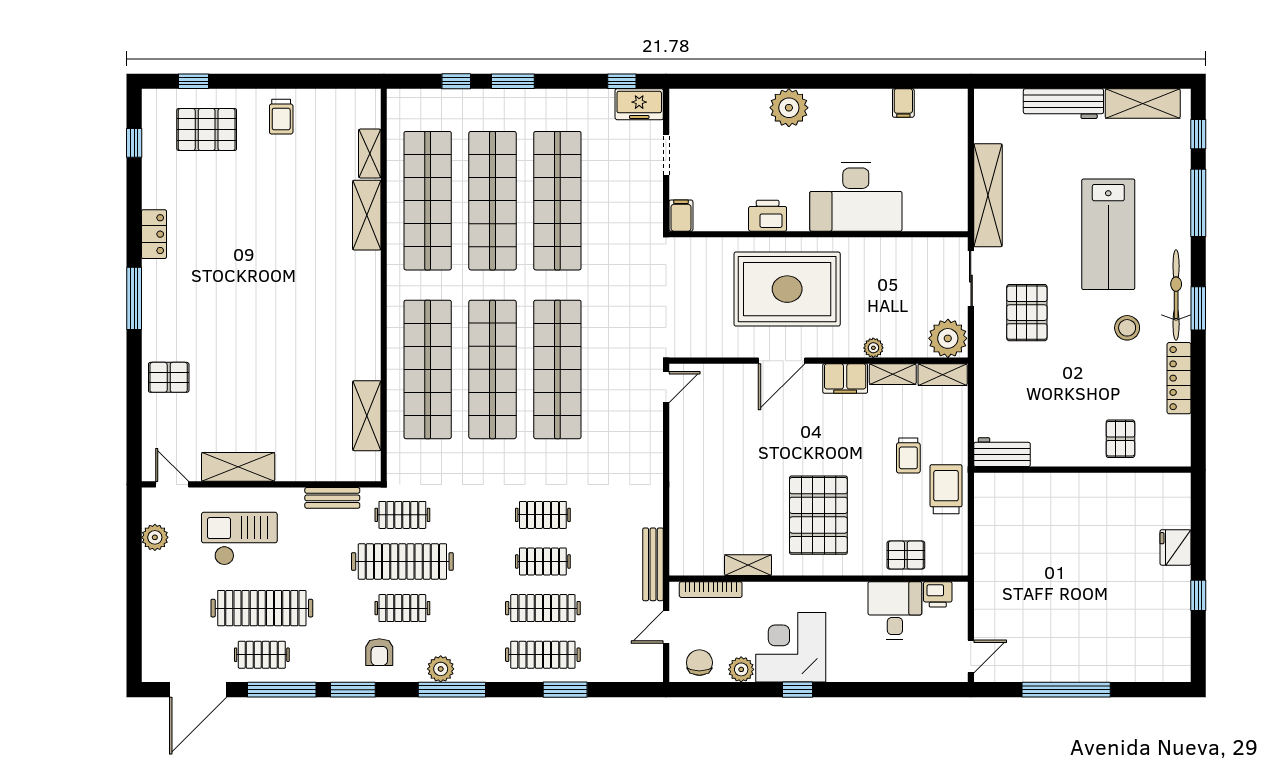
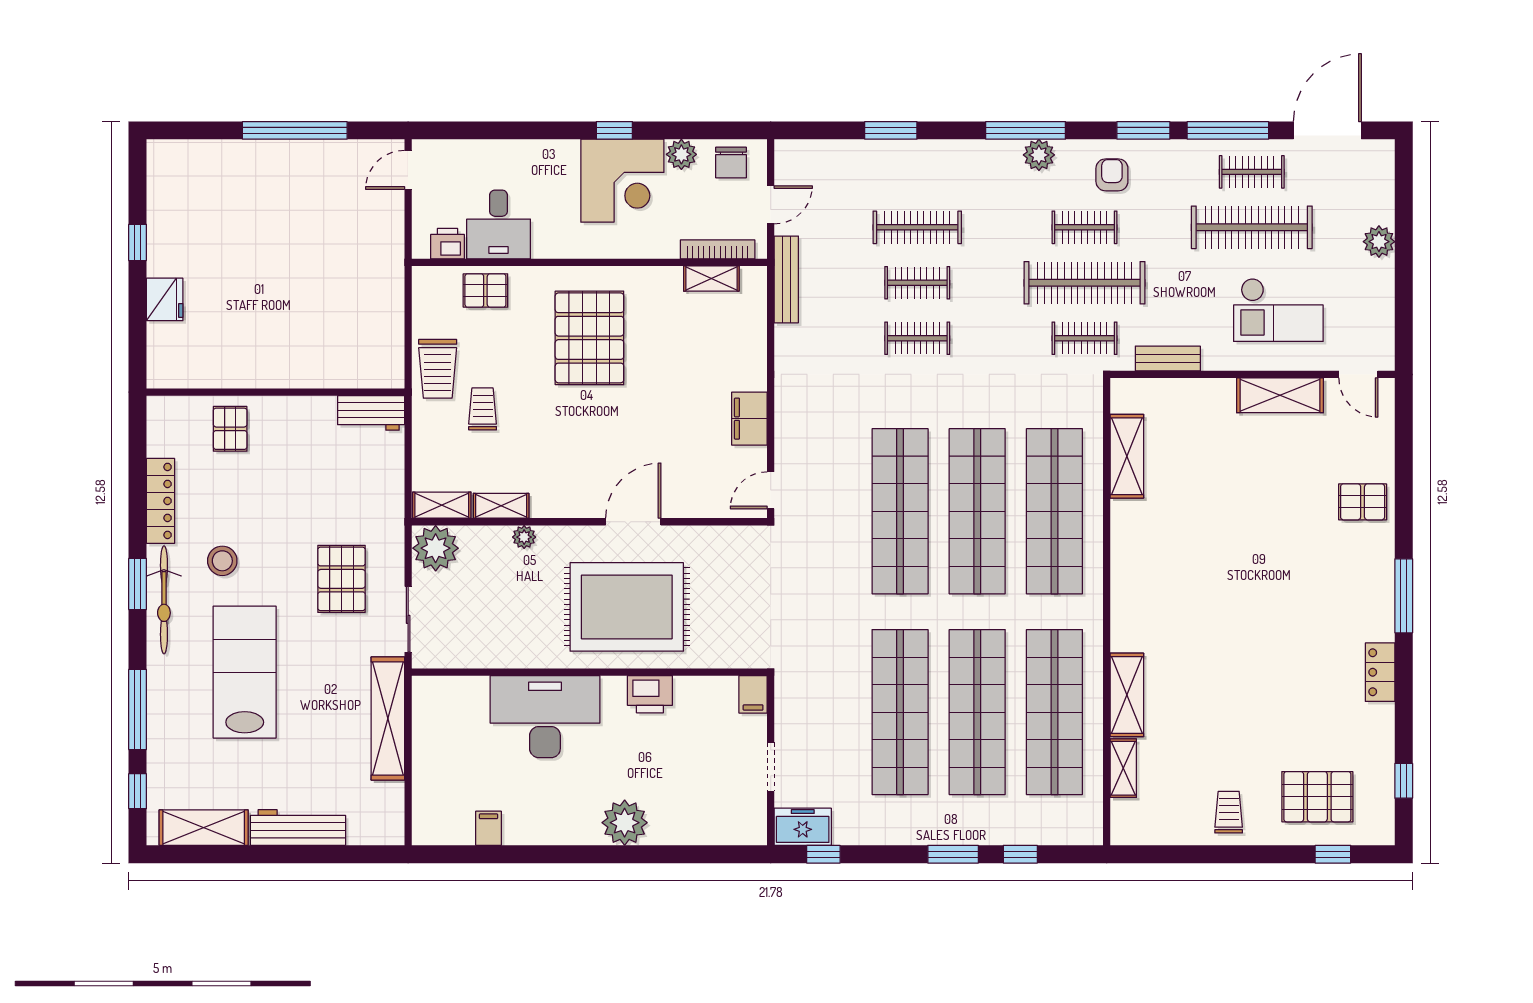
filing cabinet: (845, 378) -> (749, 419), moved, turned -90
plant: (155, 537) -> (1379, 242), moved
shelving: (748, 565) -> (711, 278), moved
clothes rail: (543, 655) -> (917, 172), removed

